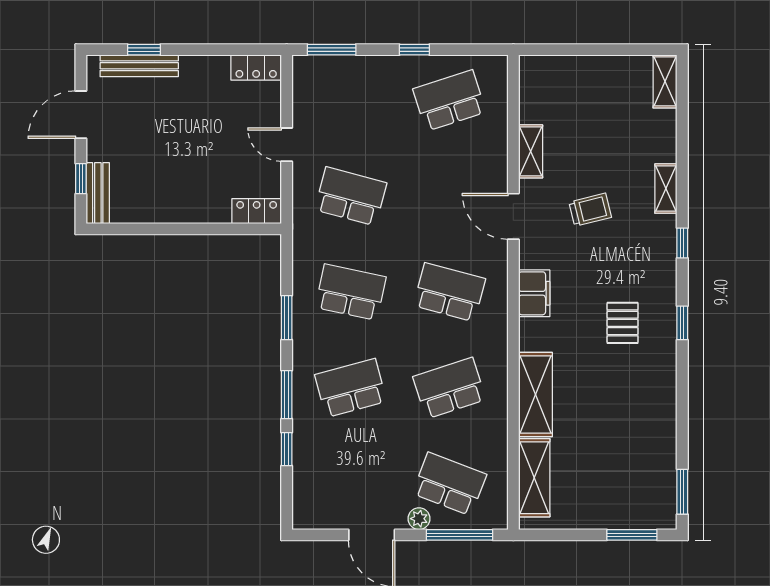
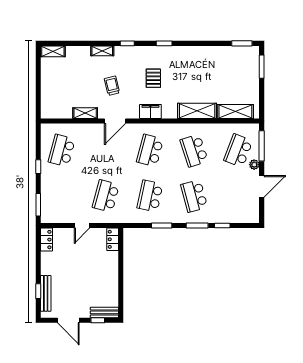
school desk: (449, 100) -> (62, 151), turned 33
pallet: (623, 323) -> (153, 78), moved, turned 90

